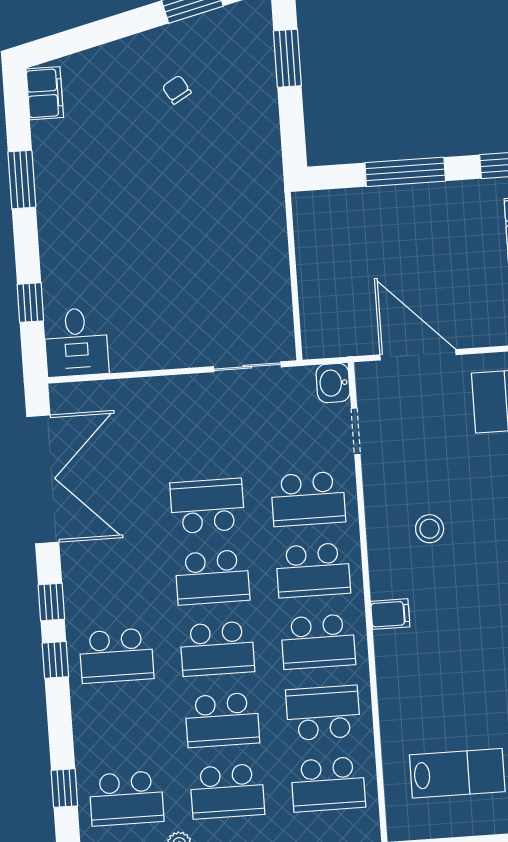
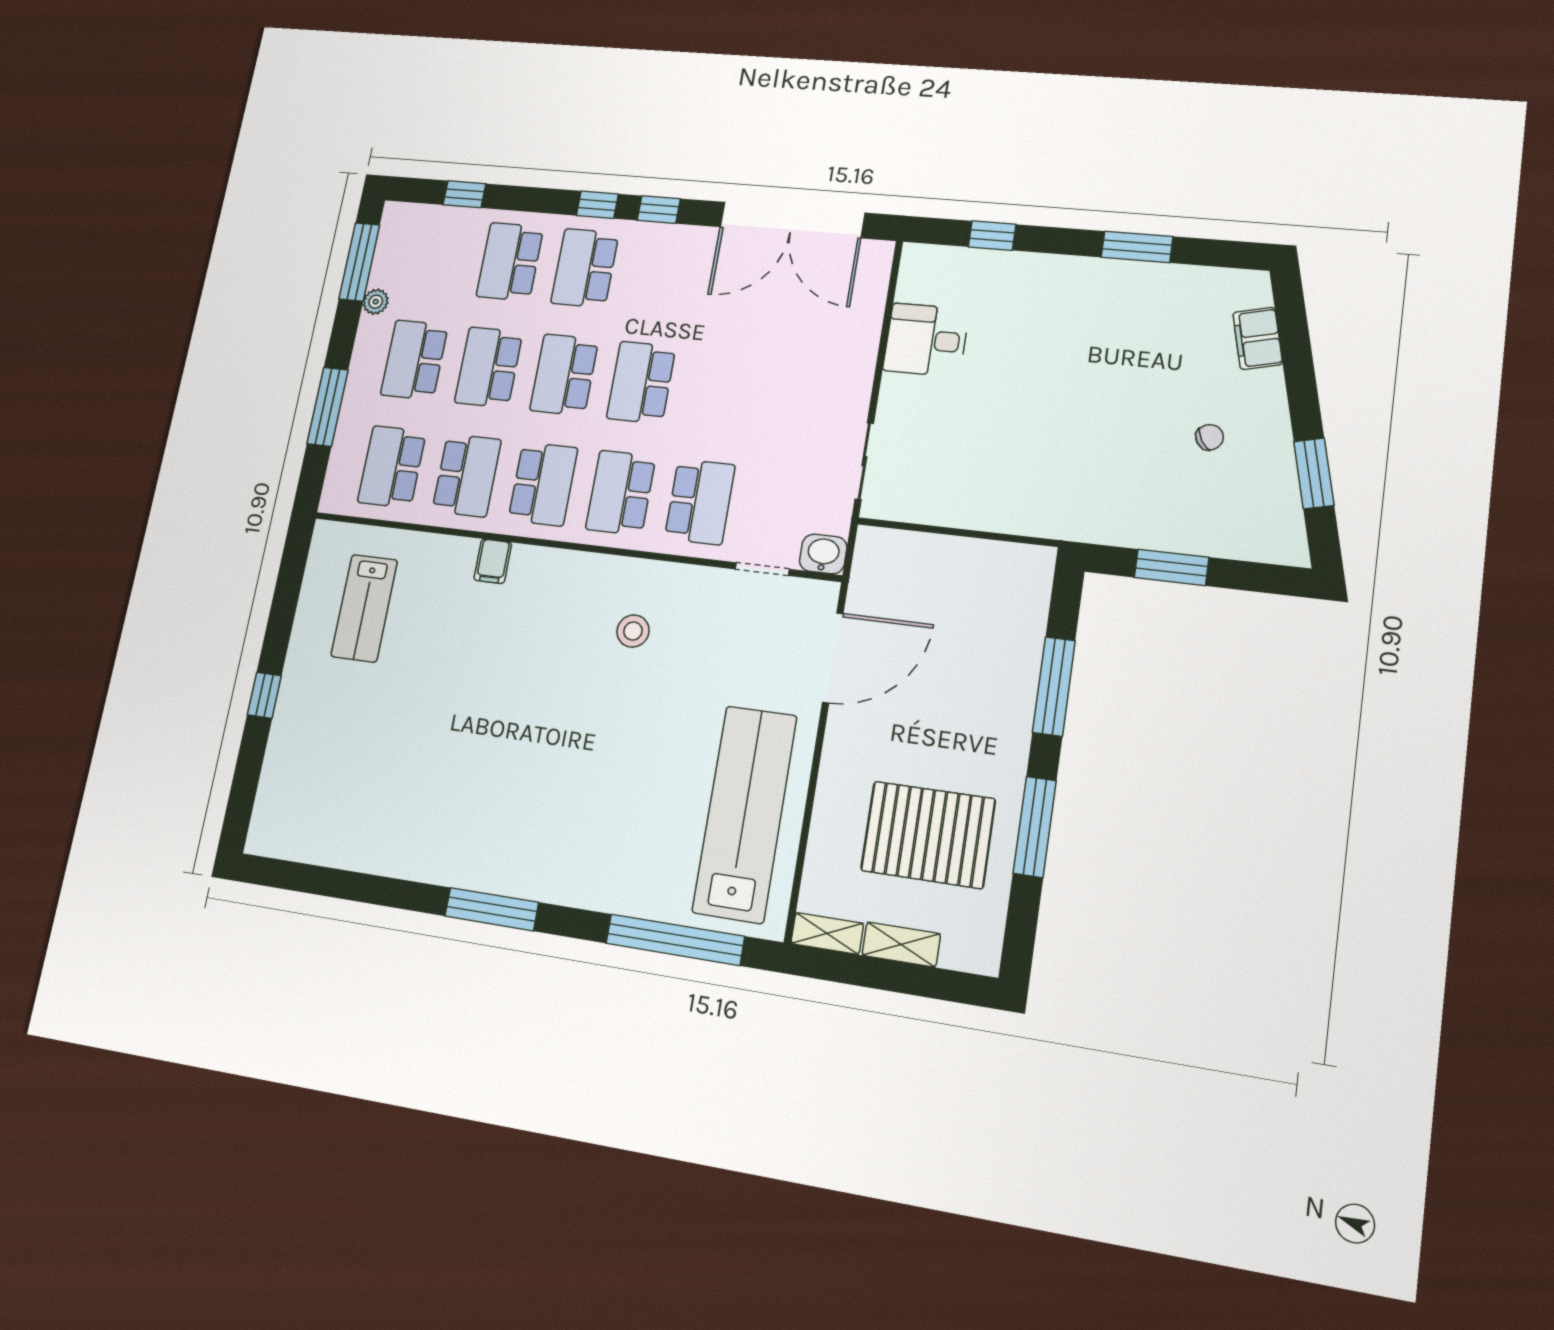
window: (287, 58) -> (1172, 567), moved
filing cabinet: (45, 93) -> (1258, 338), moved, turned 76
desk: (76, 342) -> (926, 340), moved
school desk: (308, 499) -> (700, 502), turned 180
school desk: (207, 506) -> (720, 390), removed
filing cabinet: (390, 614) -> (493, 561), moved
school desk: (318, 642) -> (543, 484), turned 180
school desk: (126, 798) -> (510, 262), moved

